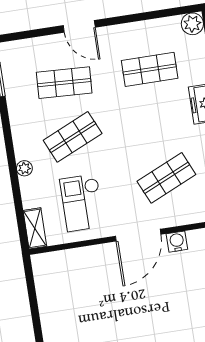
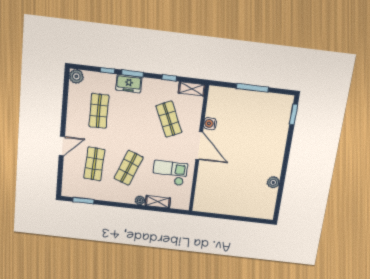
shop shelf: (73, 137) -> (129, 168), turned 45
checkout: (82, 203) -> (170, 173), turned 180
shelving: (35, 228) -> (158, 202), moved

